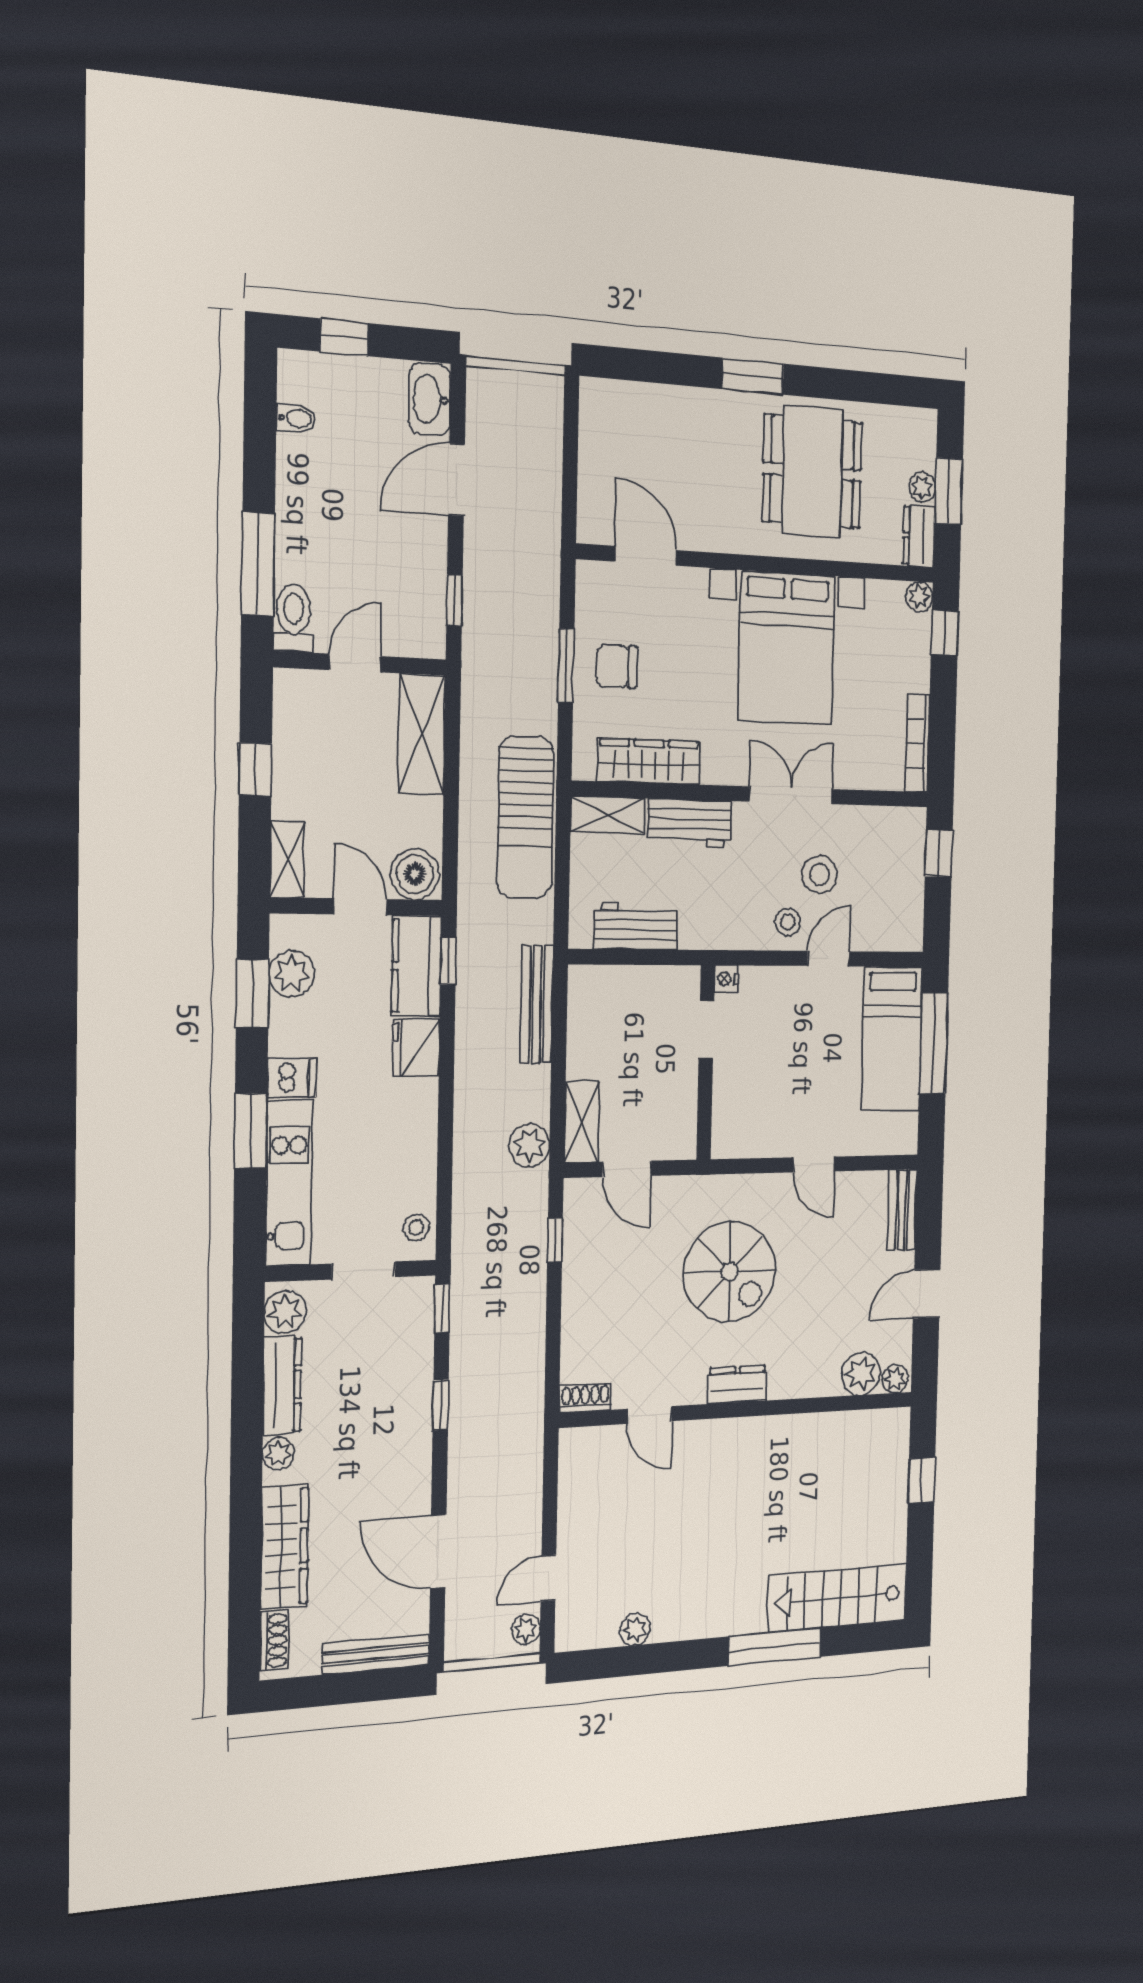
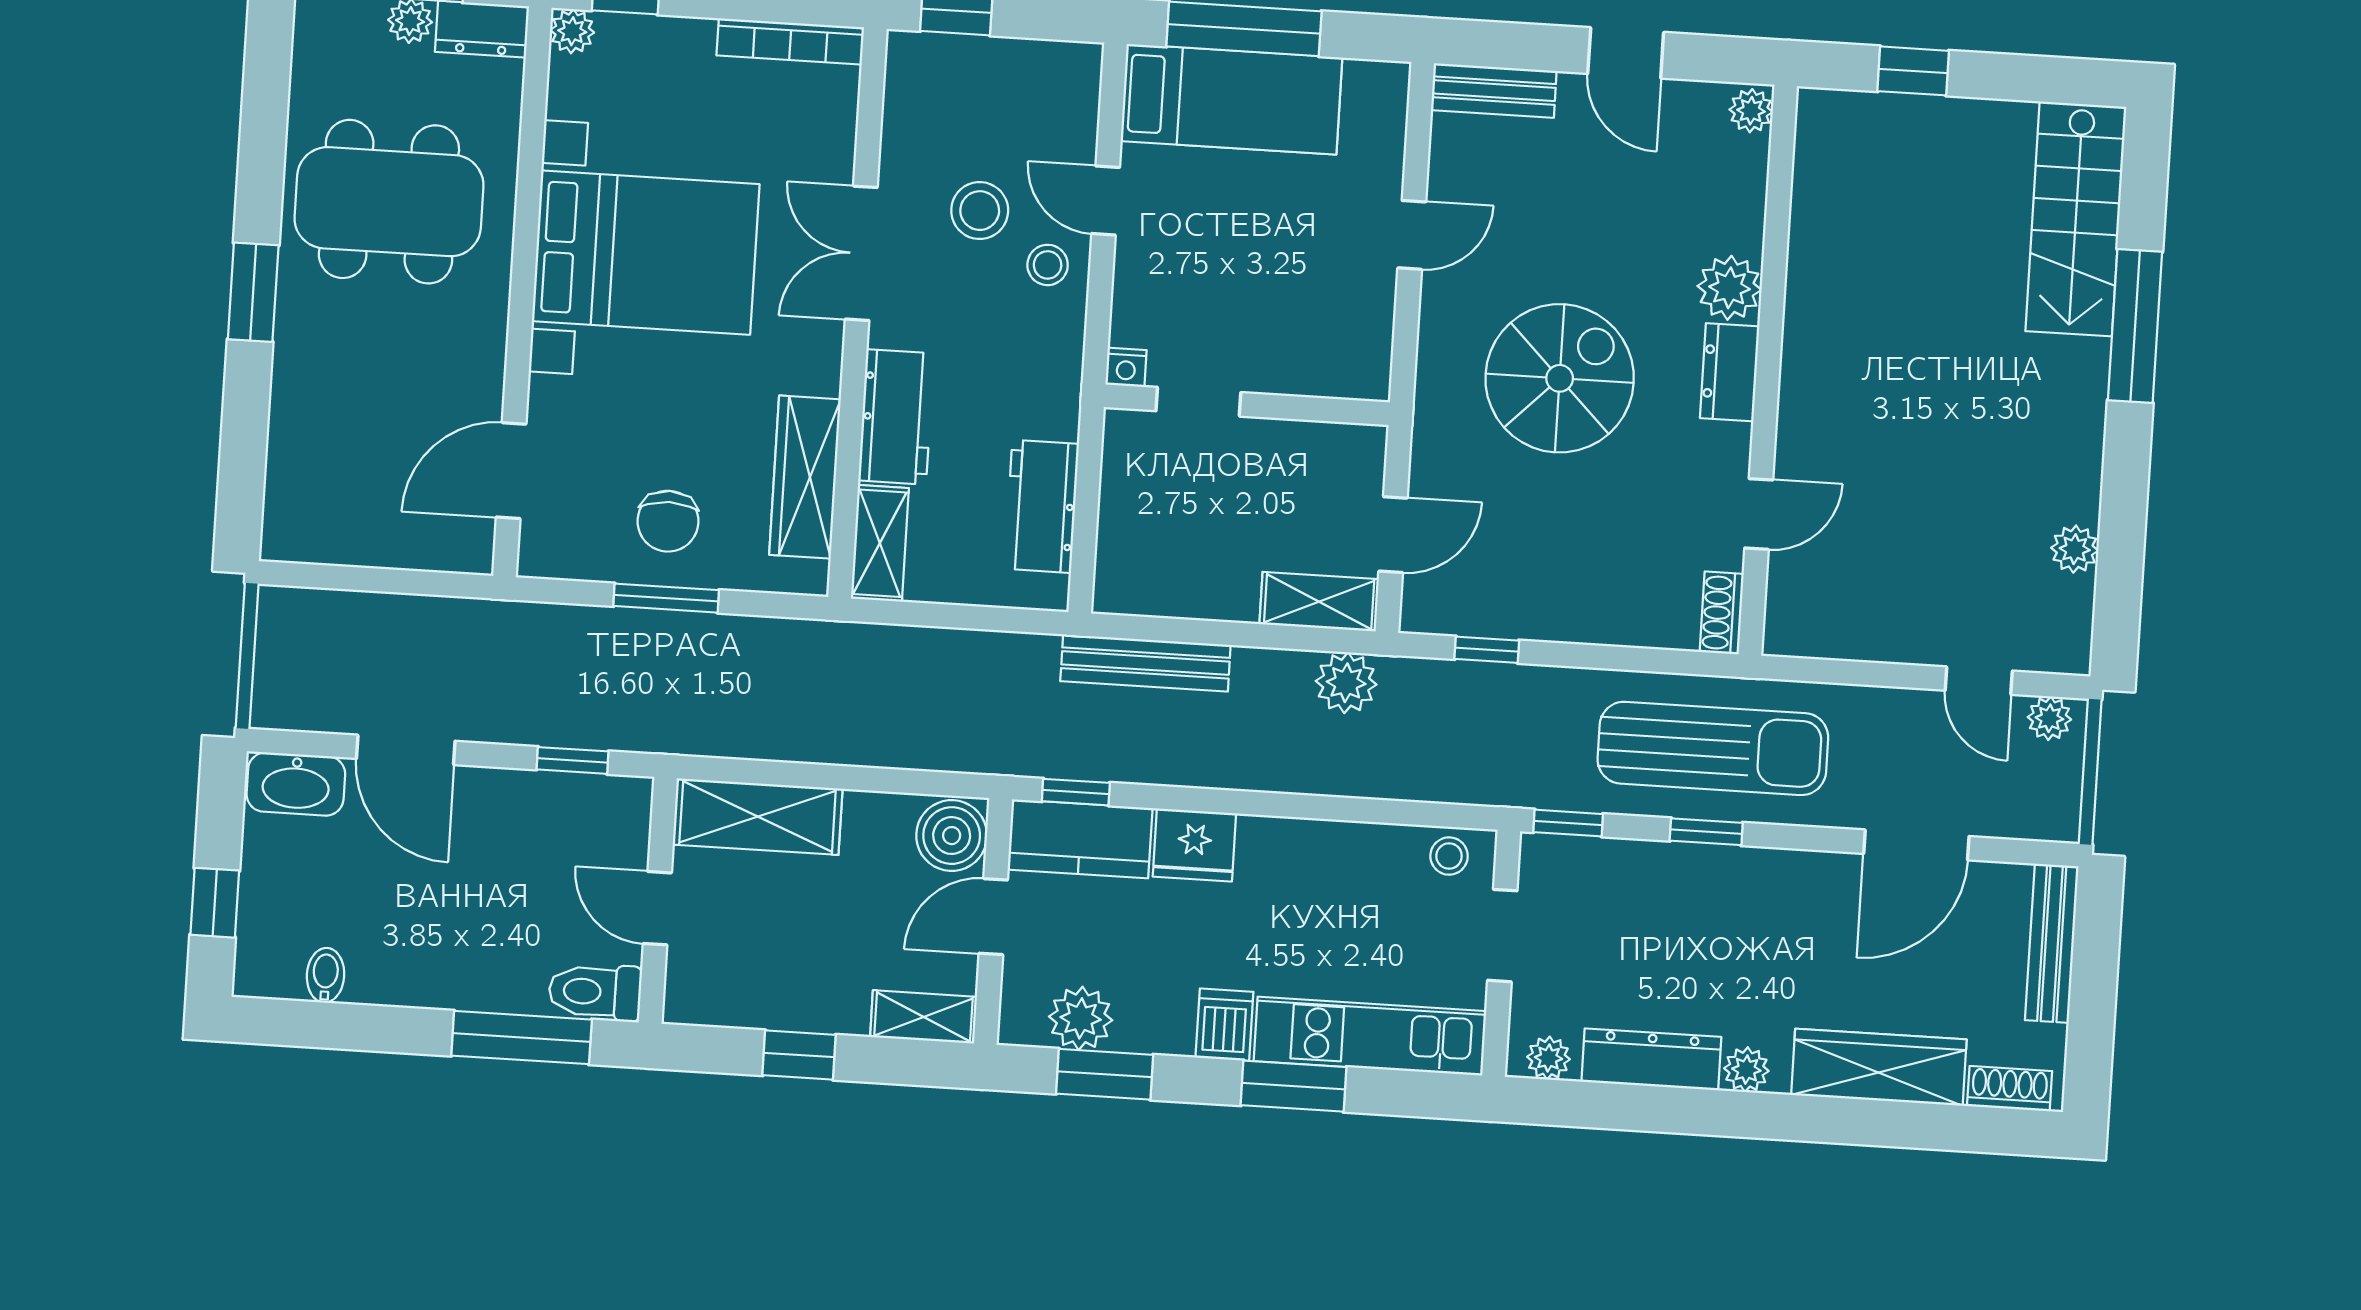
sun lounger: (525, 817) -> (1713, 748), moved
plant: (285, 1312) -> (1548, 1058), width x0.73, depth x0.73
plant: (861, 1374) -> (1729, 288), moved

